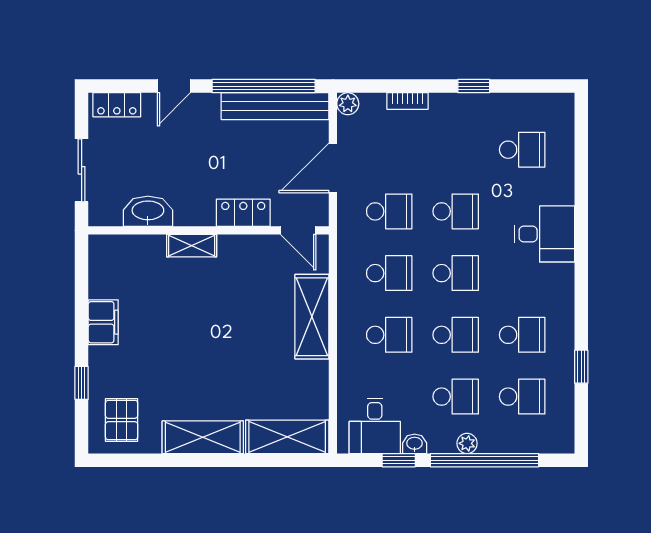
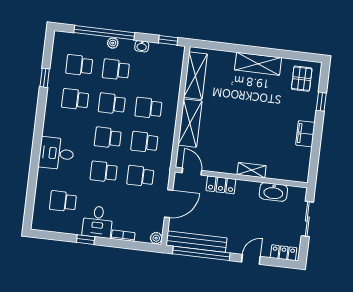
desk: (375, 426) -> (98, 222), moved, turned 180
shelving: (287, 437) -> (195, 76), moved, turned 90
window: (399, 460) -> (168, 40), moved

